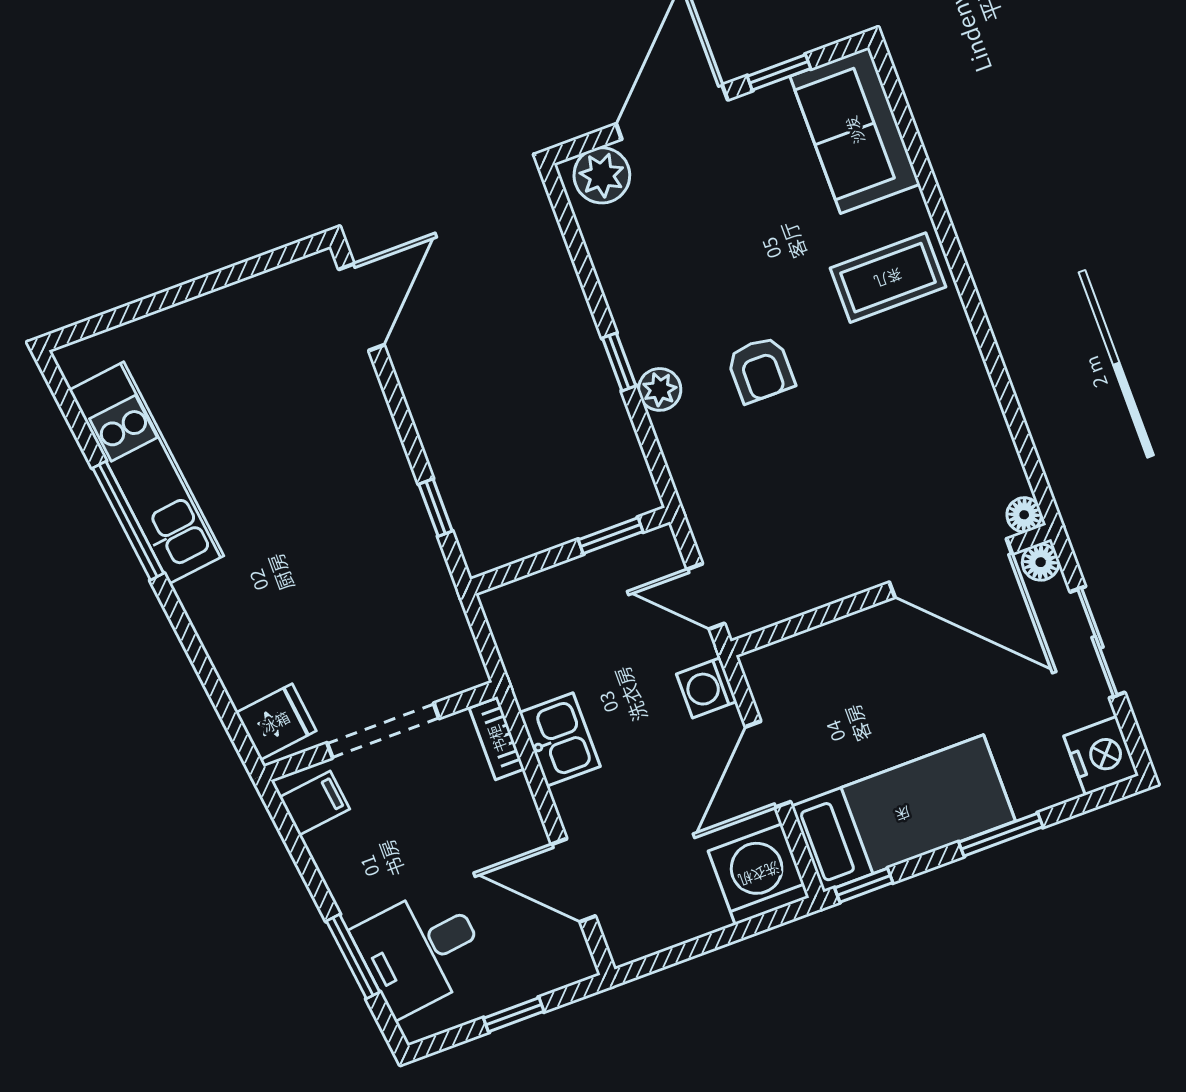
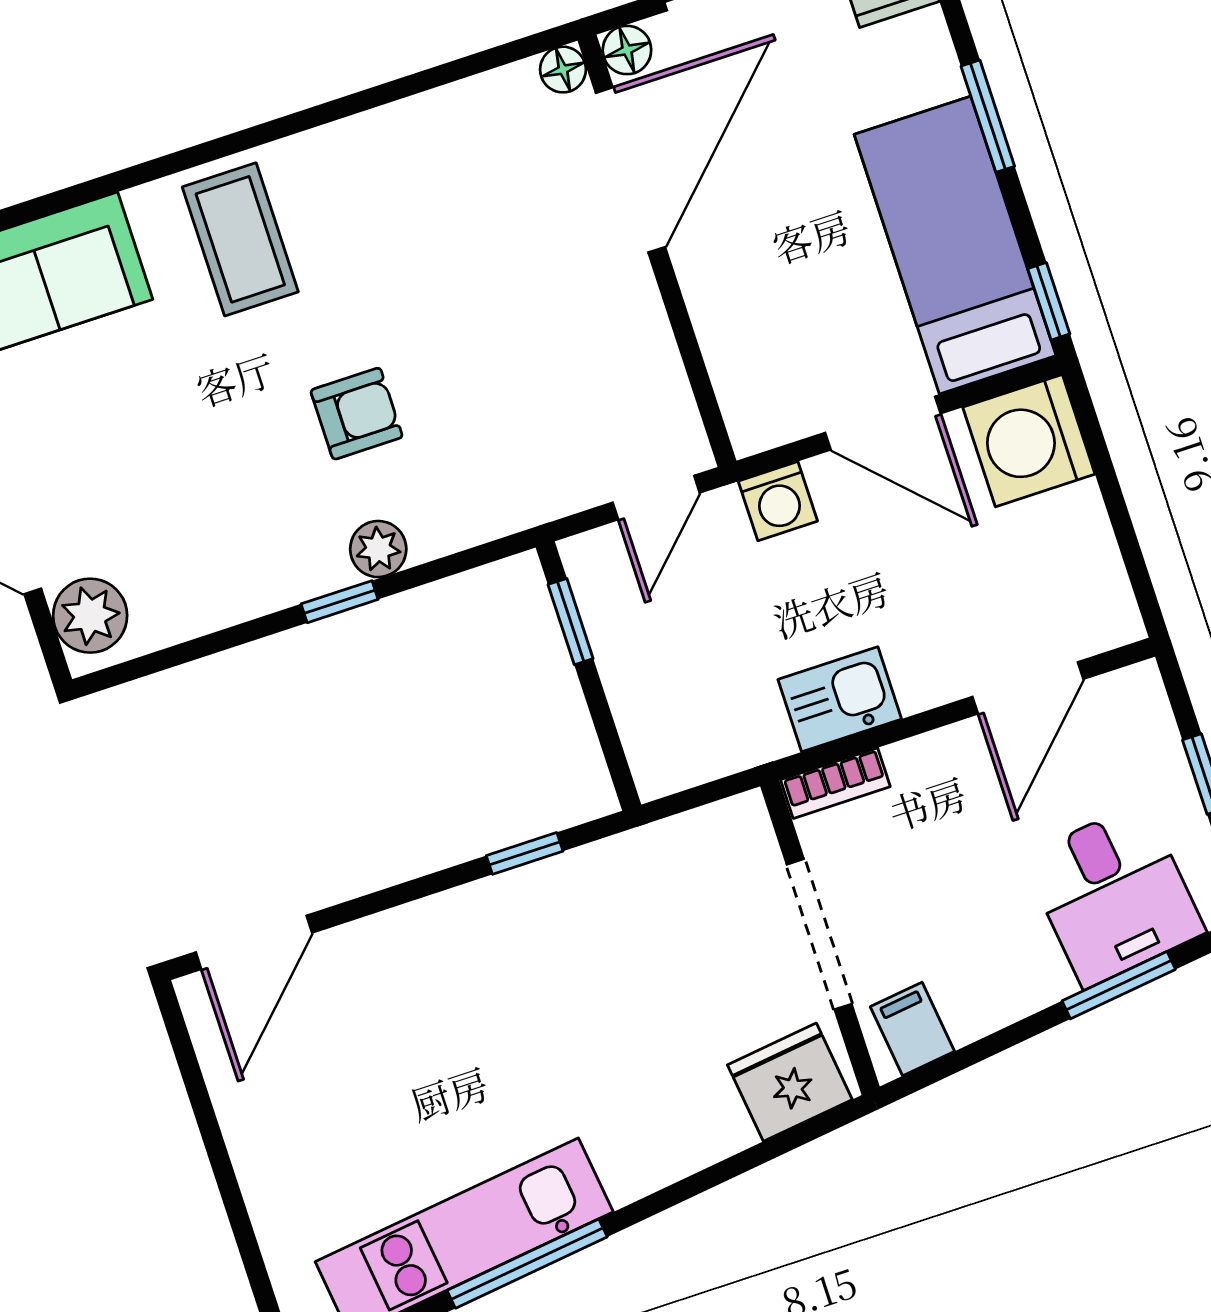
door: (361, 307) -> (254, 942), swing flipped
fridge: (276, 722) -> (790, 1082), width x1.38

